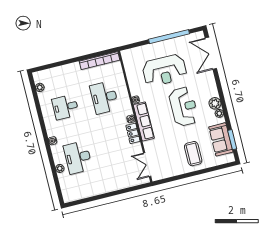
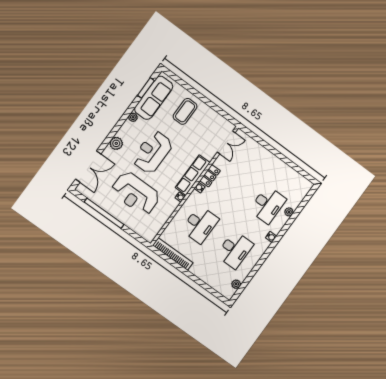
reception desk: (164, 70) -> (136, 193), turned 180
plant: (215, 103) -> (116, 143), moved
desk: (65, 107) -> (235, 250), width x1.37
sofa: (221, 139) -> (154, 98), width x1.36

